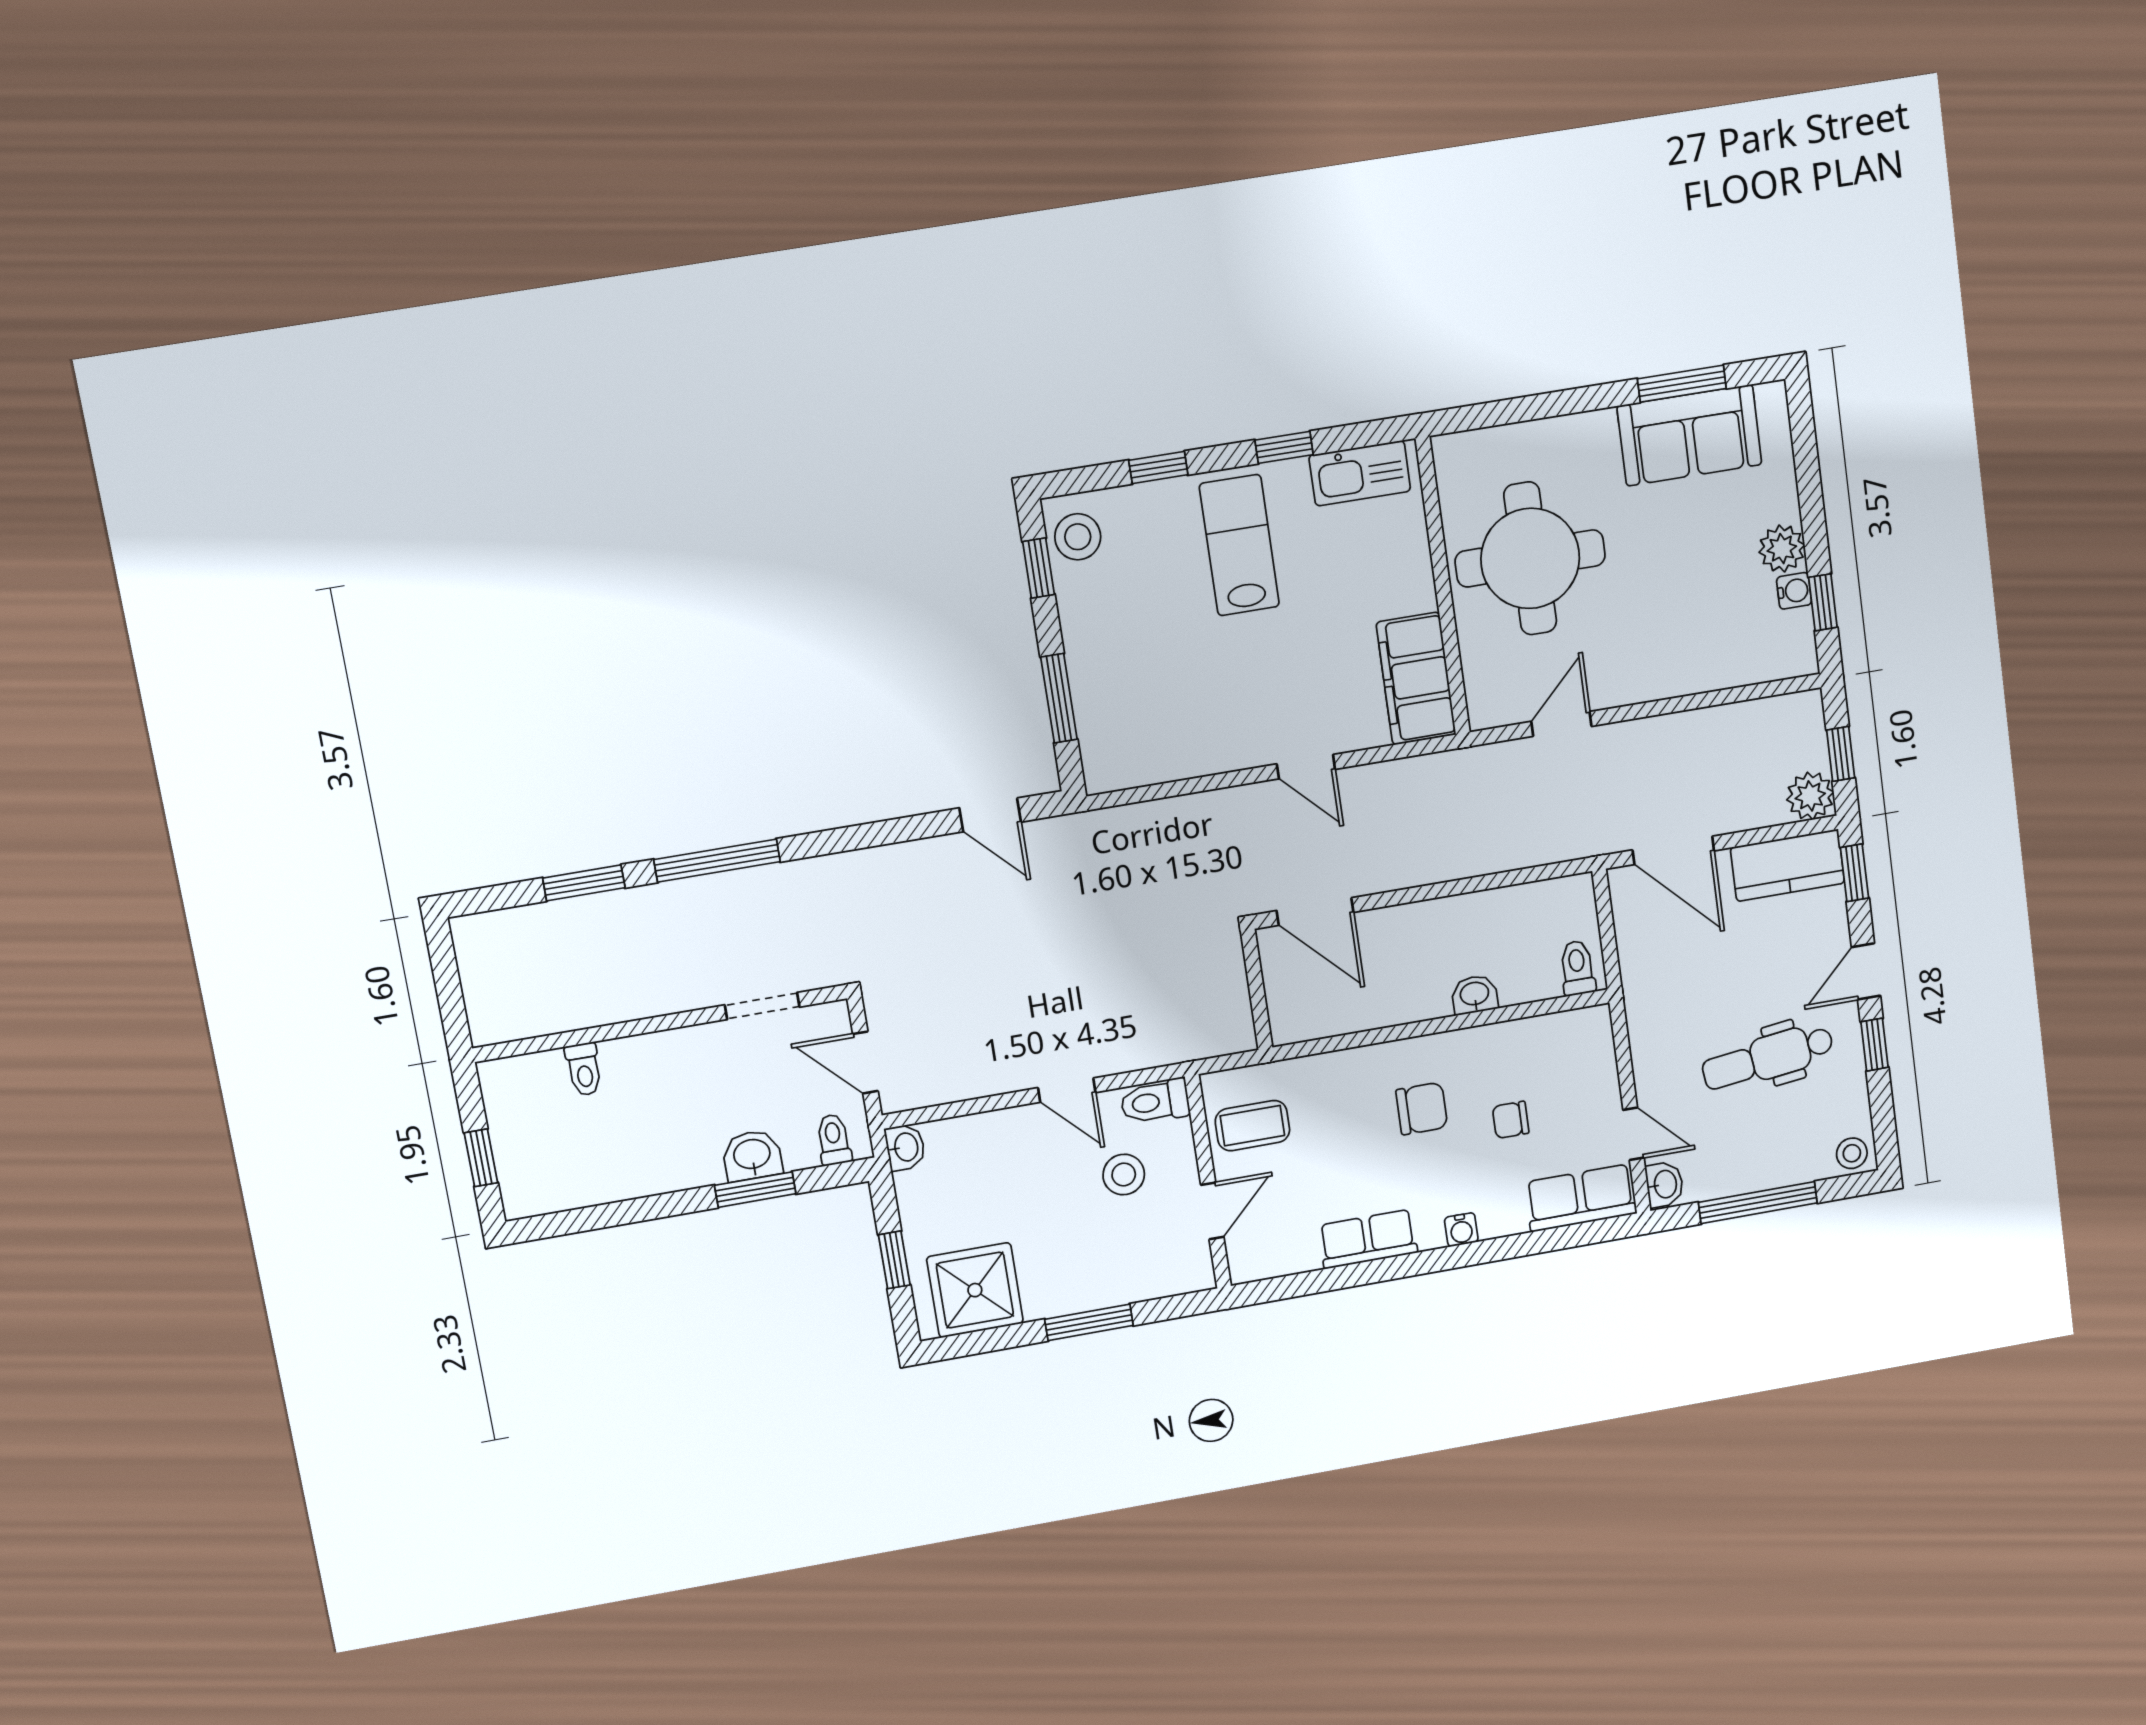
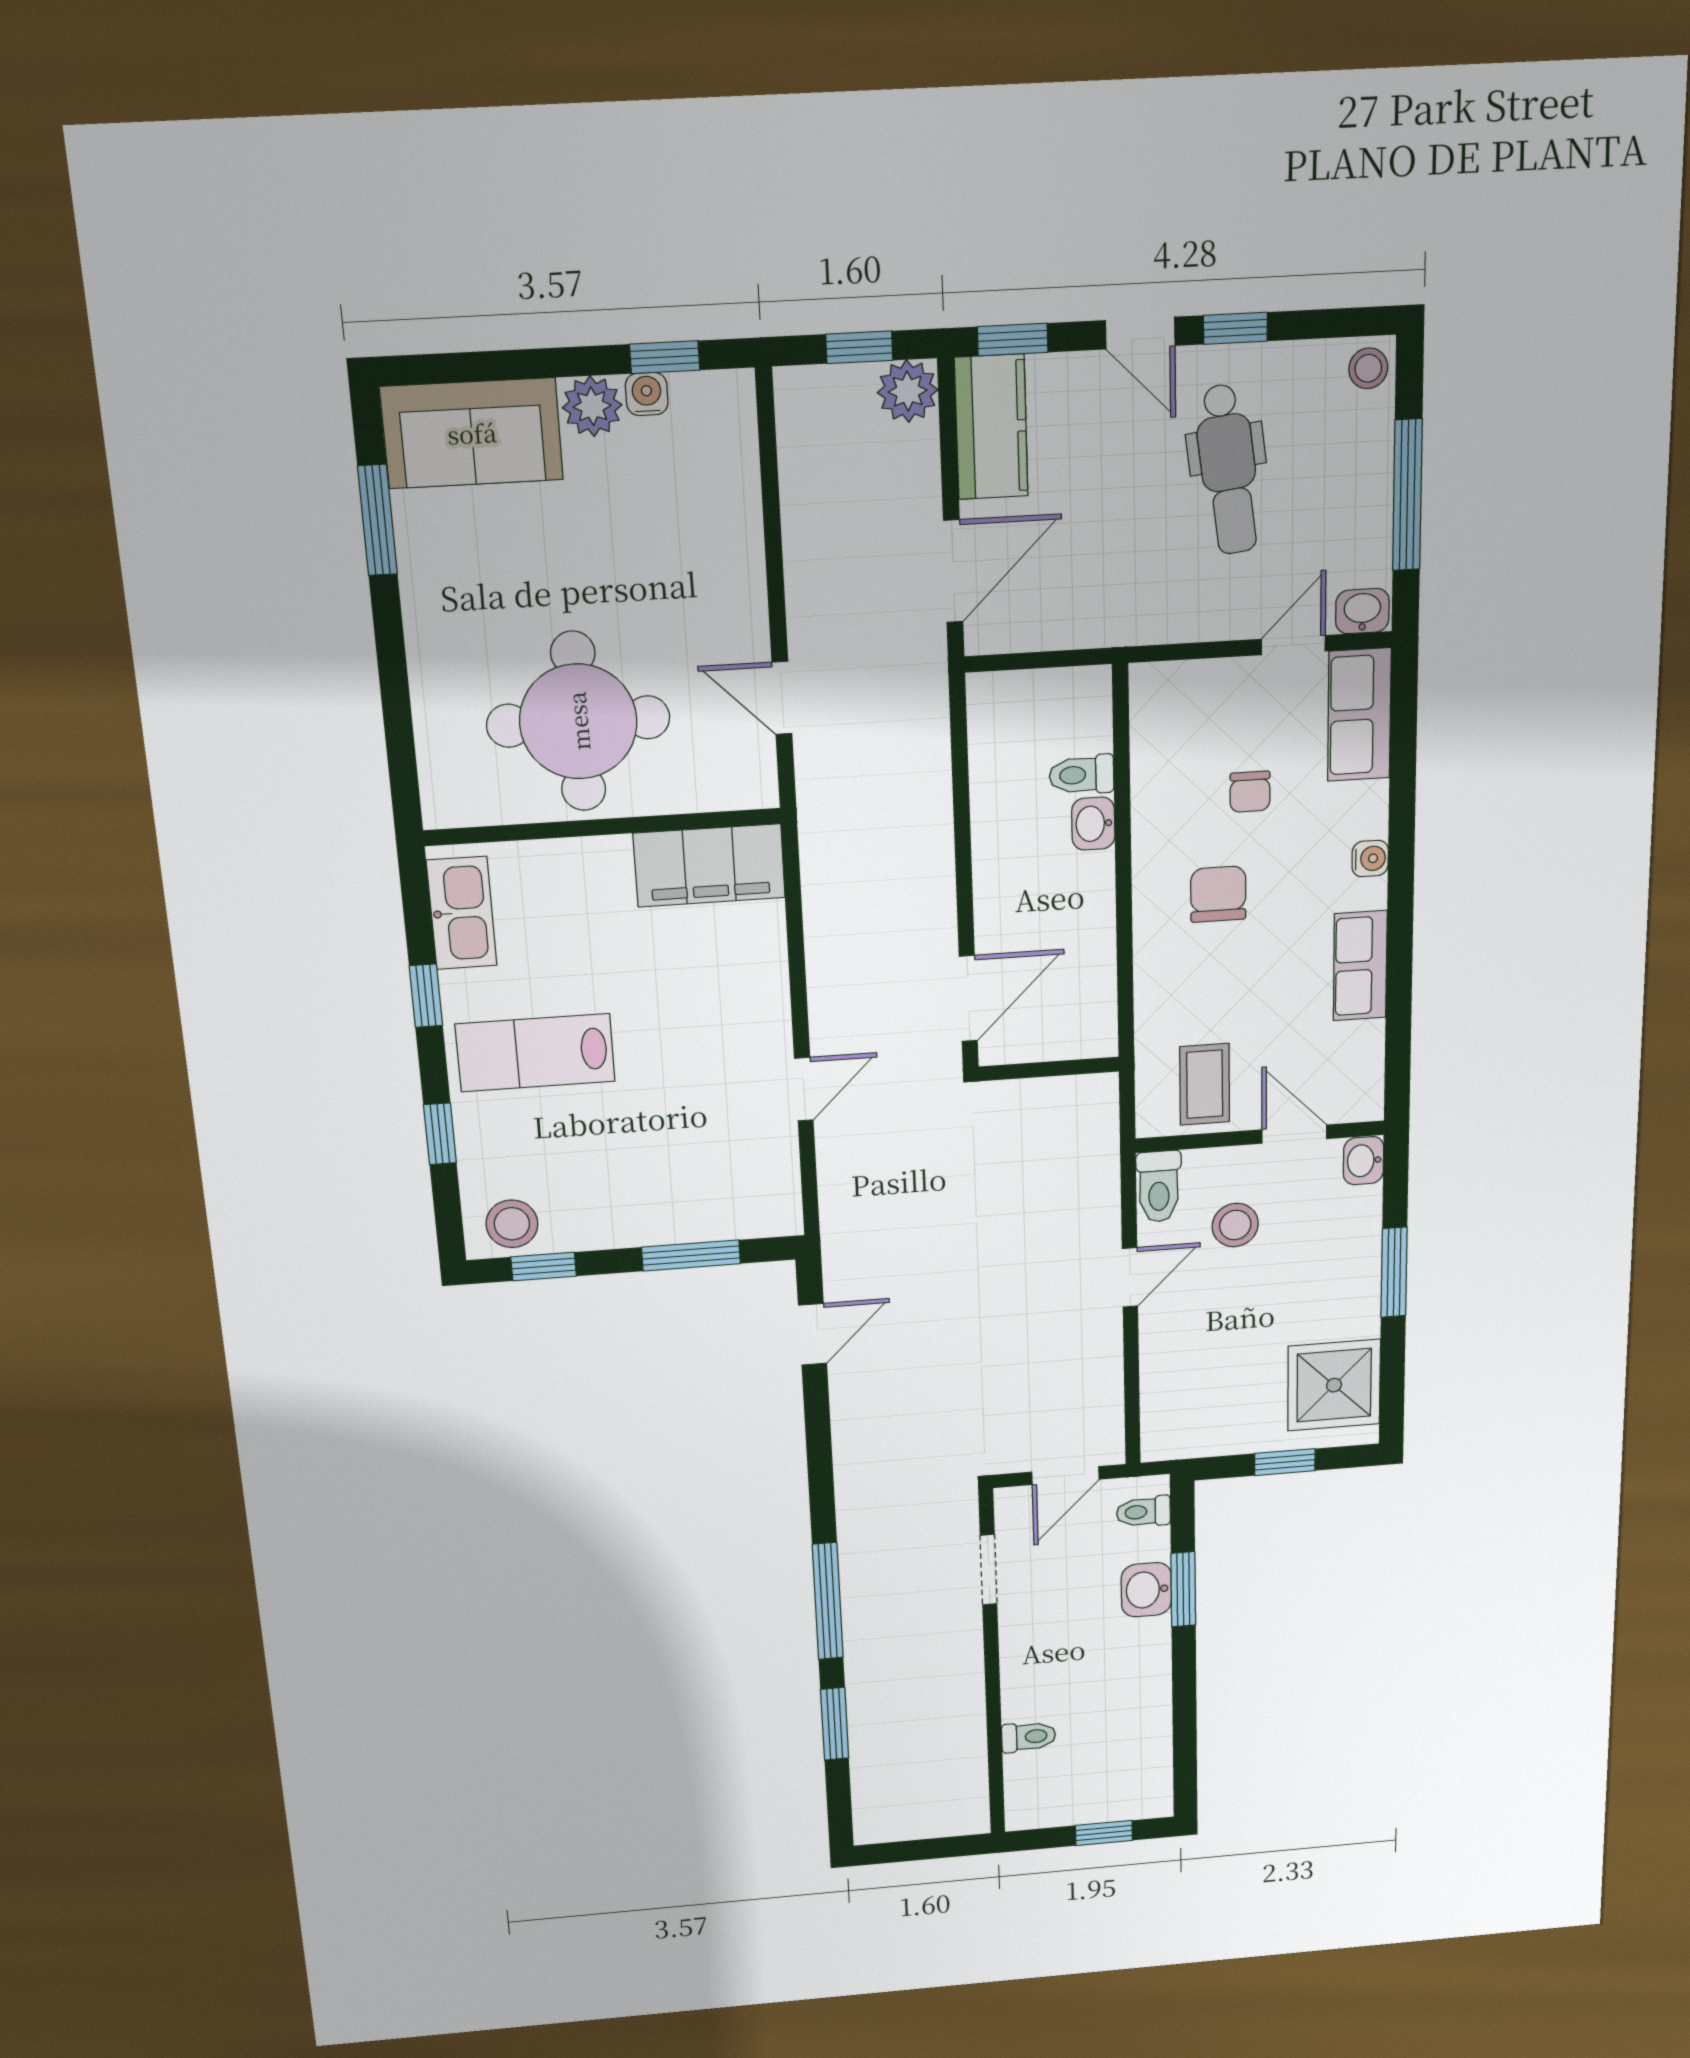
sofa: (1689, 435) -> (472, 433), moved, turned 90
door: (1306, 767) -> (804, 1089), moved
toilet: (1577, 968) -> (1082, 775), moved
washbasin: (905, 1147) -> (1363, 1161), moved, turned -90

